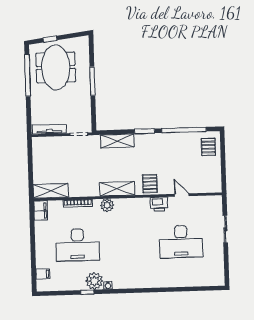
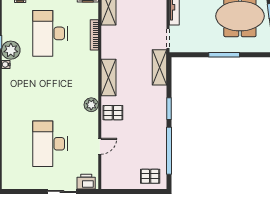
shelving: (117, 141) -> (159, 67), moved
printer: (159, 204) -> (86, 182), moved, turned 90
plant: (107, 205) -> (91, 105), moved

